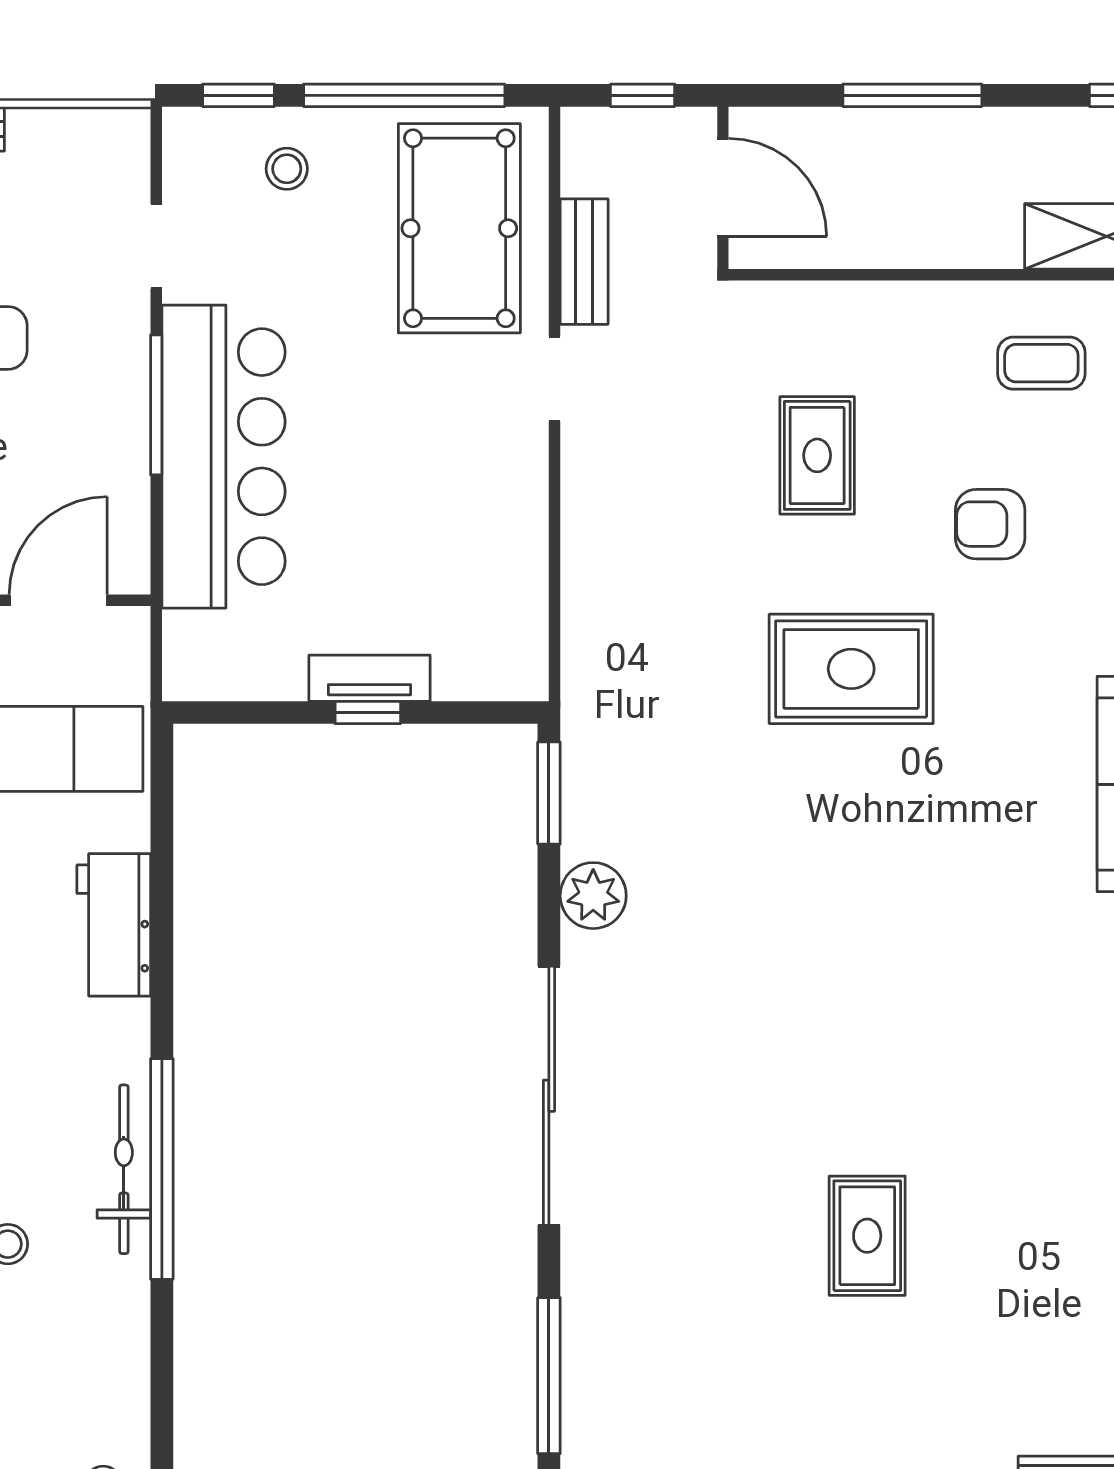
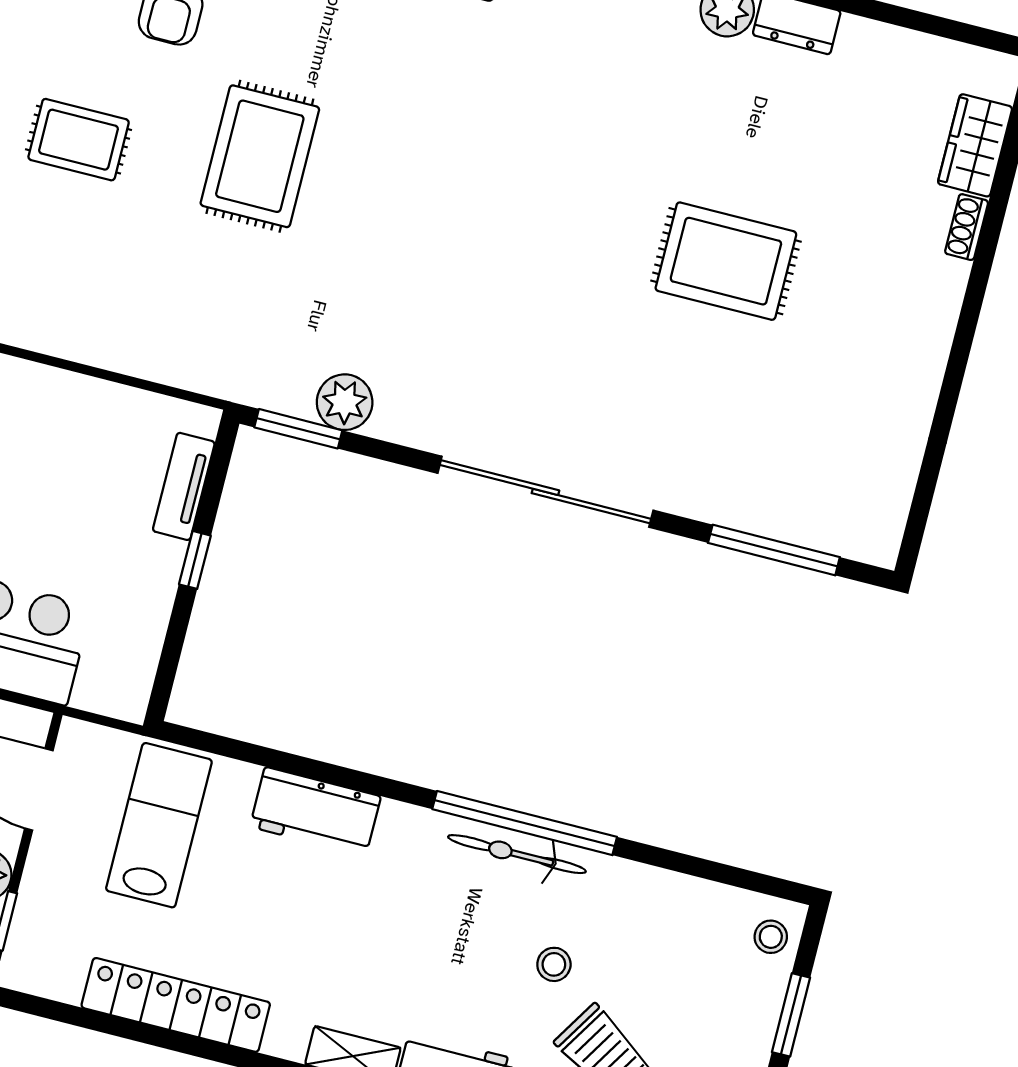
tv unit: (370, 678) -> (184, 486), moved
plant: (593, 896) -> (345, 402), moved
rug: (867, 1236) -> (726, 261), width x1.36, depth x1.43

